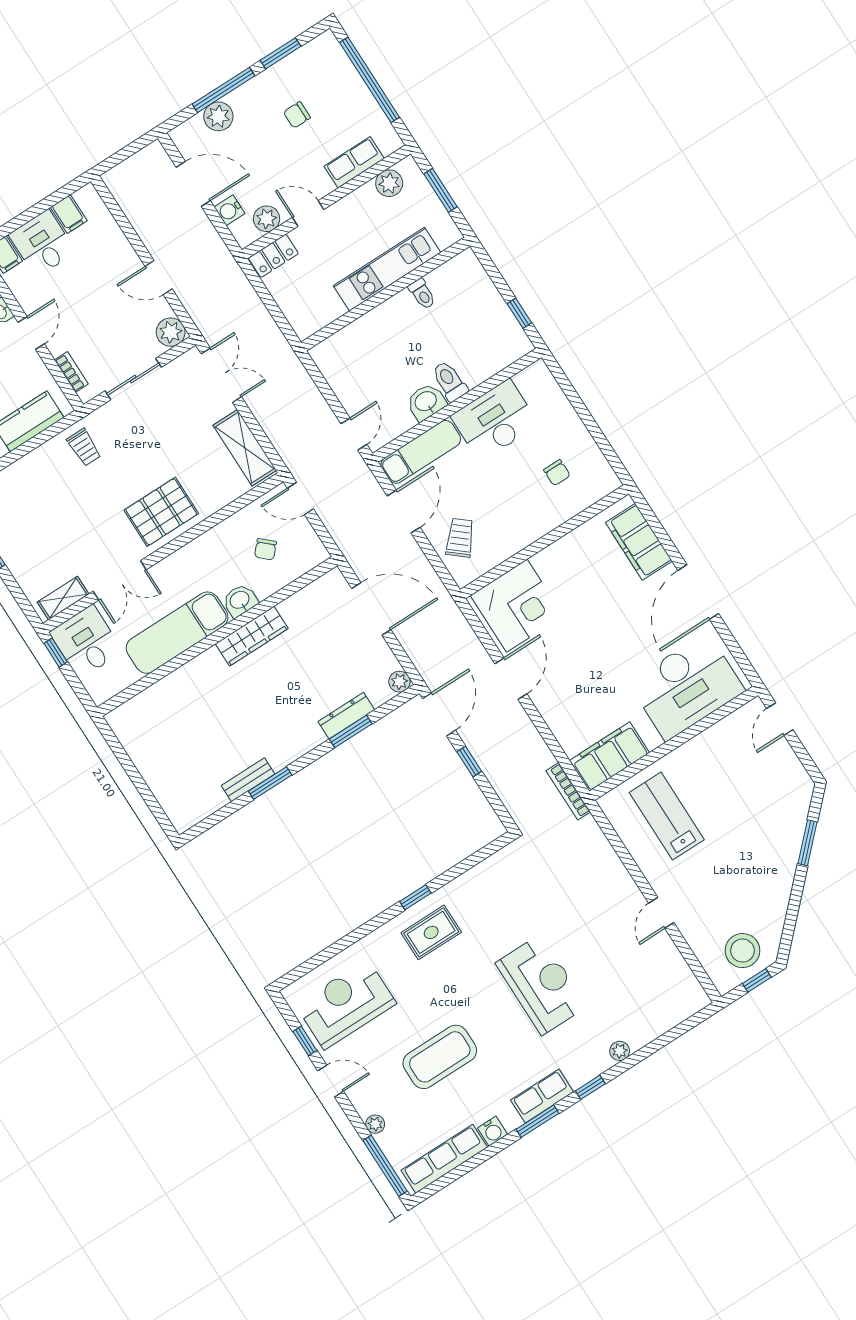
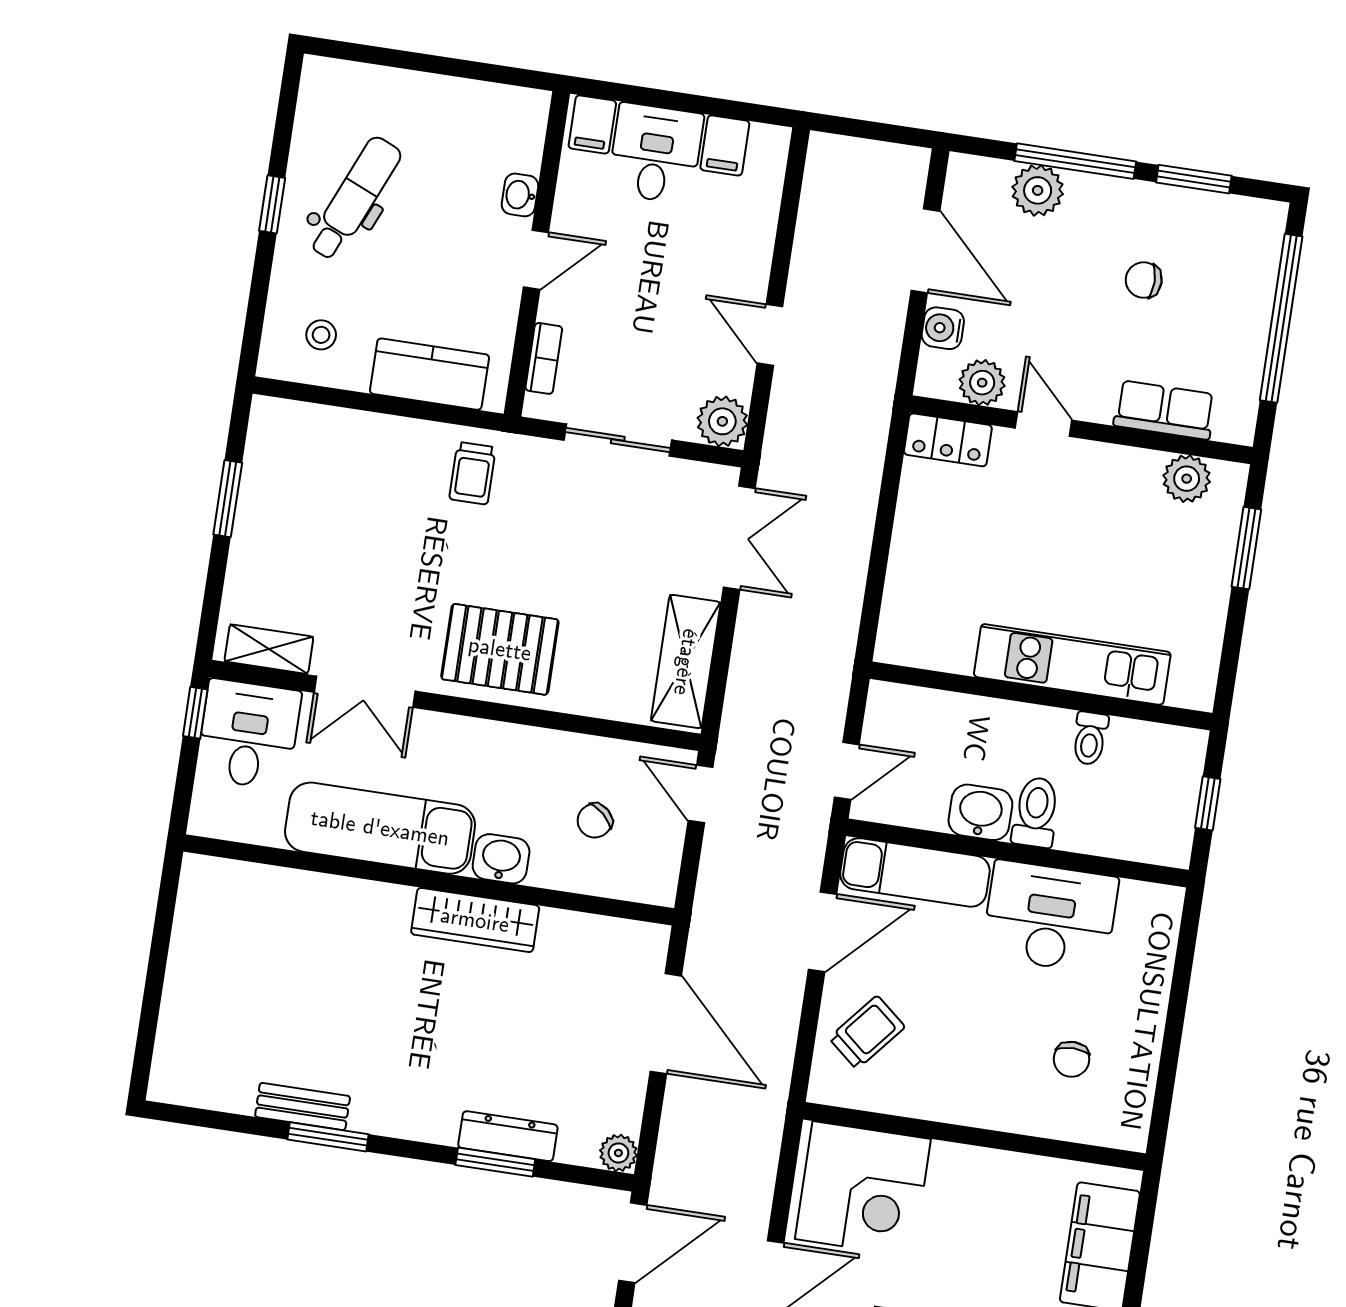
kitchen unit: (387, 269) -> (1072, 664), moved
wall: (386, 294) -> (1041, 696), moved
toilet: (422, 294) -> (1090, 738), moved

